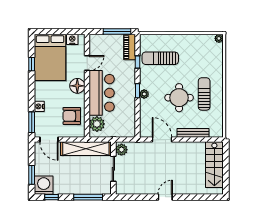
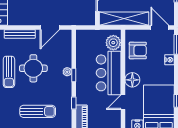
sun lounger: (160, 58) -> (38, 111), moved
door: (162, 140) -> (50, 28), hinge flipped
plant: (121, 150) -> (89, 18), removed

